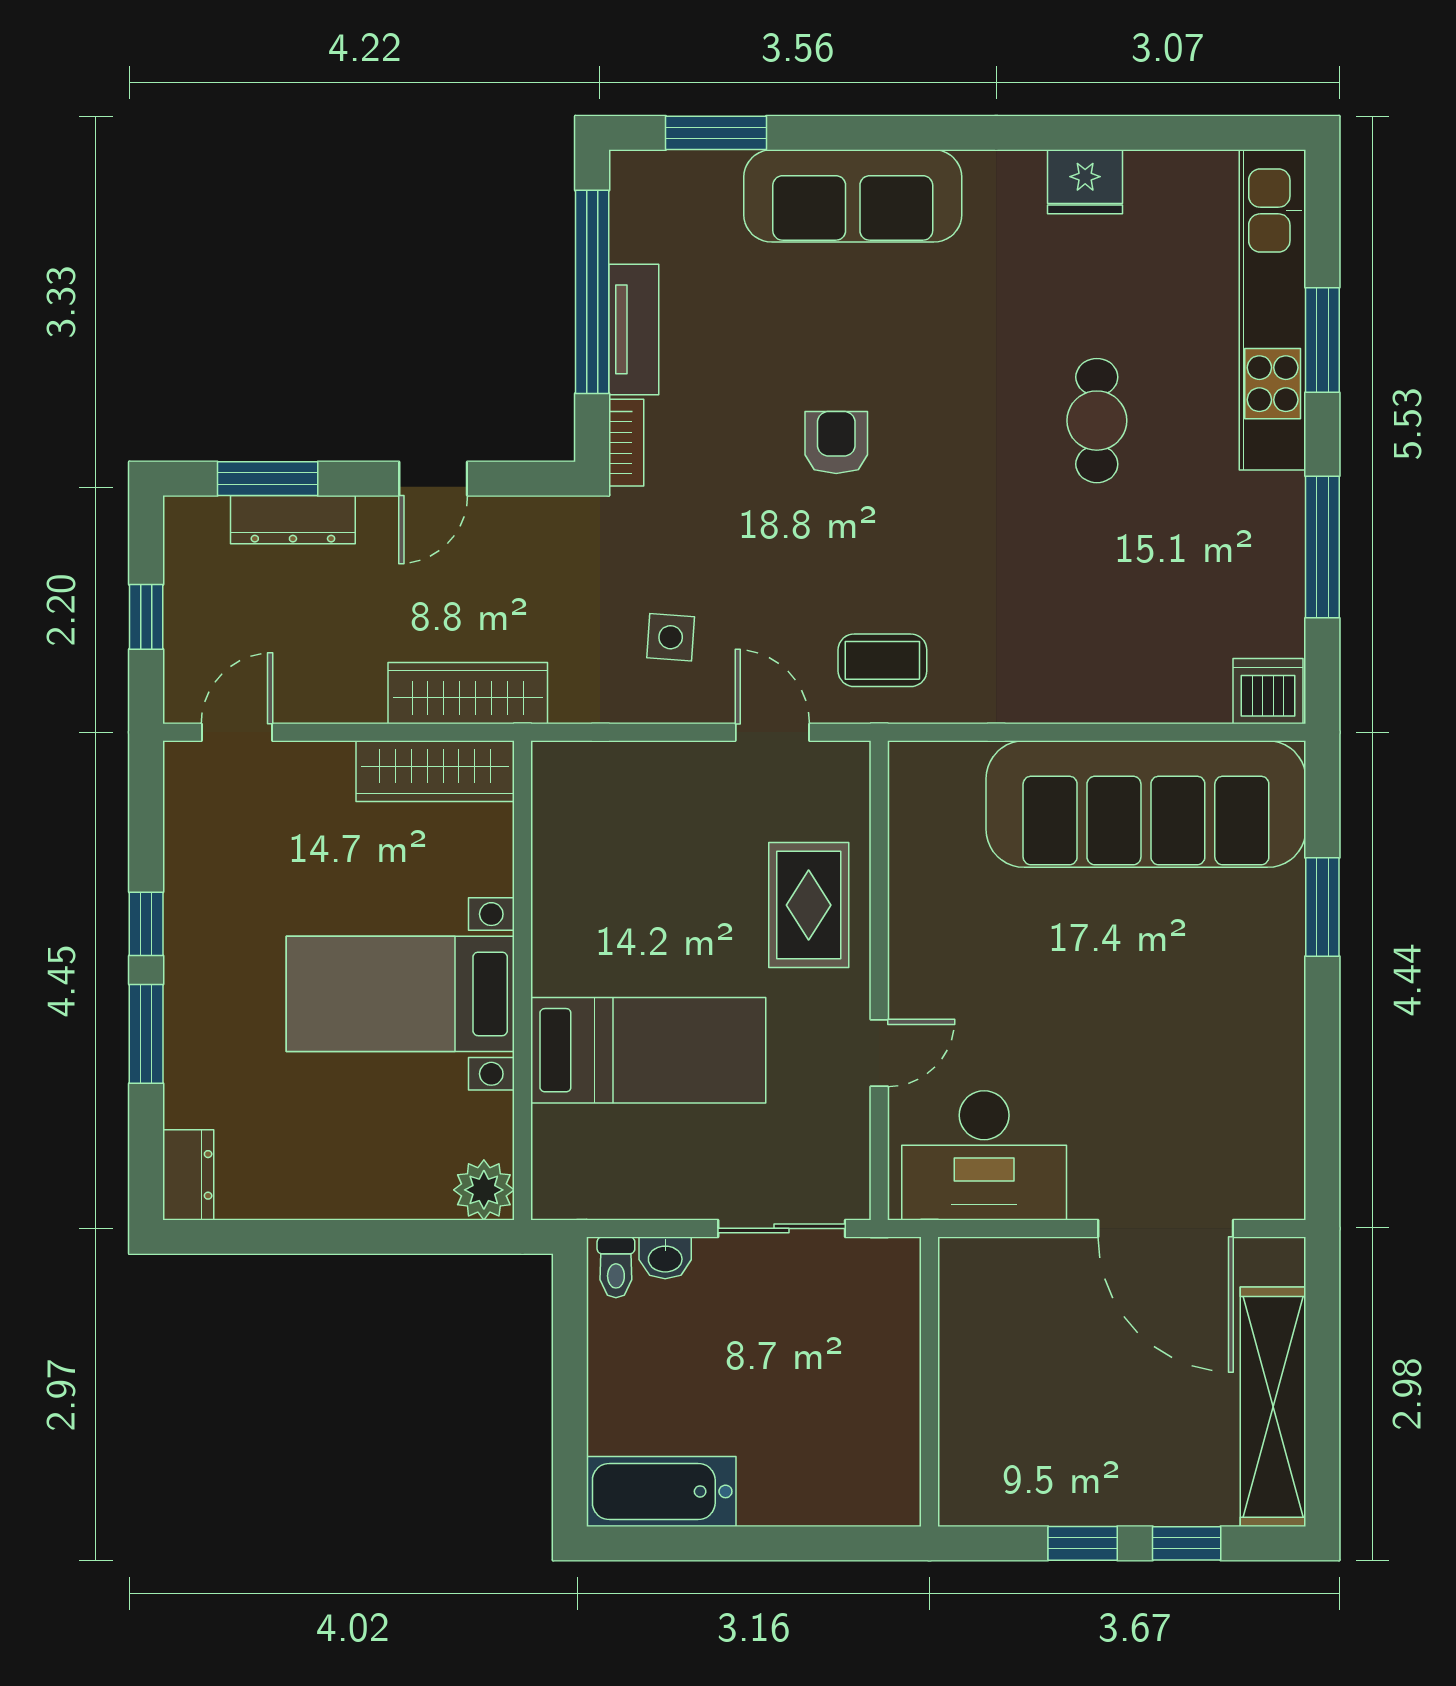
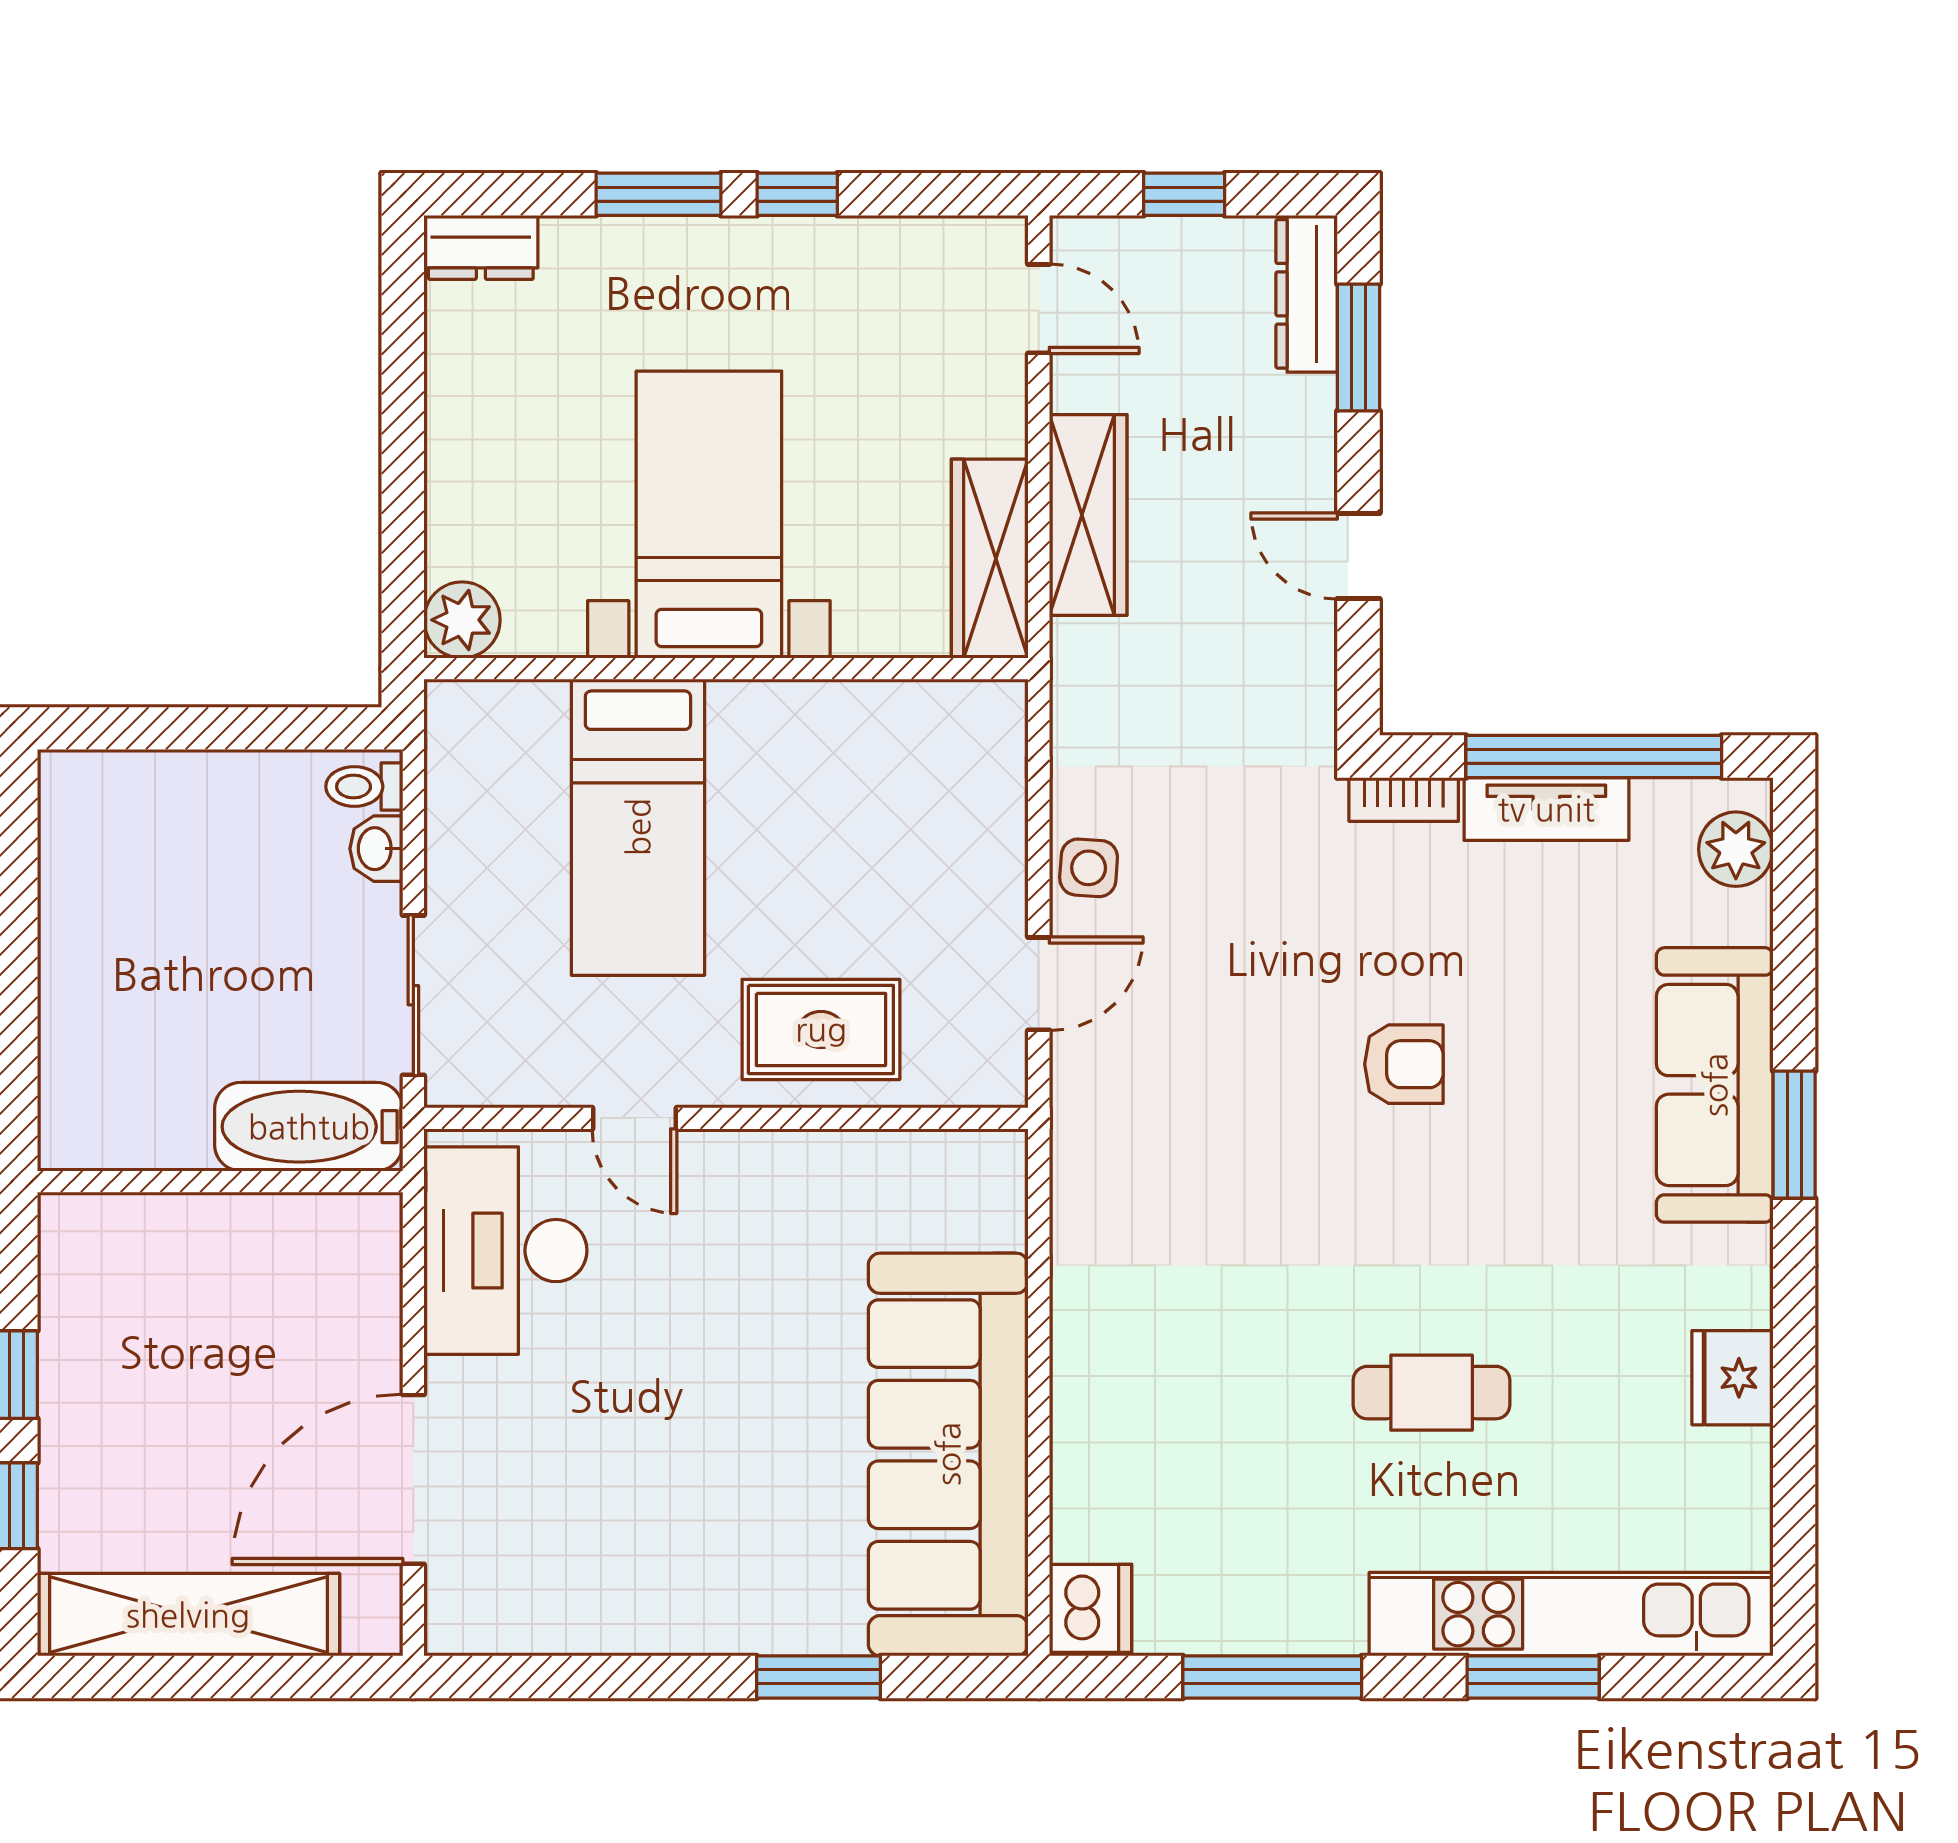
window: (716, 133) -> (1794, 1135), moved
plant: (666, 179) -> (1736, 849), added
dresser: (293, 520) -> (1307, 294), moved
side table: (671, 637) -> (1089, 868), moved
coffee table: (882, 660) -> (1129, 1122), removed
wardrobe: (468, 693) -> (1088, 515), moved
bathtub: (661, 1491) -> (309, 1127), moved, turned -90

